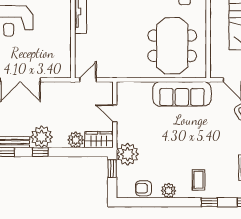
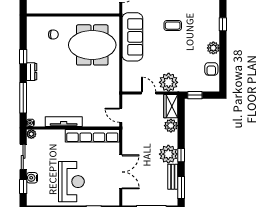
row of seats: (64, 46) -> (92, 136), added
door: (115, 113) -> (149, 93), swing flipped
plant: (128, 154) -> (169, 82), moved
coffee table: (198, 180) -> (173, 26), moved
window: (209, 202) -> (223, 24), moved

